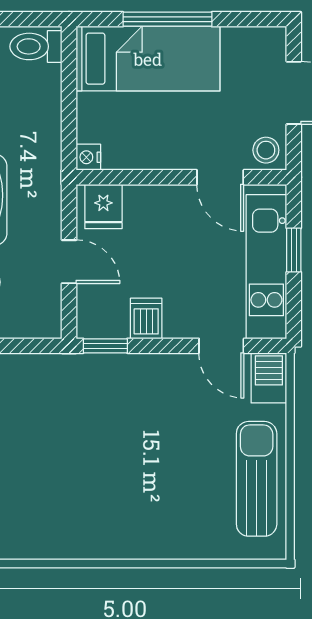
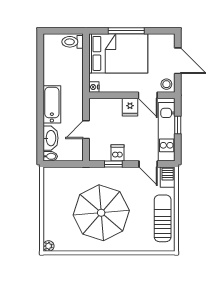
bed: (148, 59) -> (118, 53), width x1.50
fridge: (103, 206) -> (130, 107), moved
door: (69, 262) -> (86, 130), swing flipped
window: (105, 346) -> (113, 164), moved
parasol: (106, 465) -> (101, 213), added

